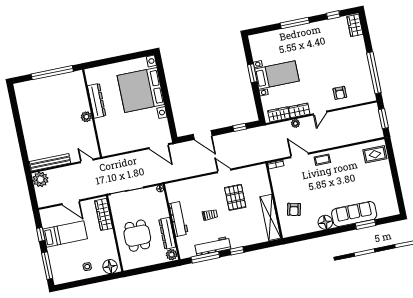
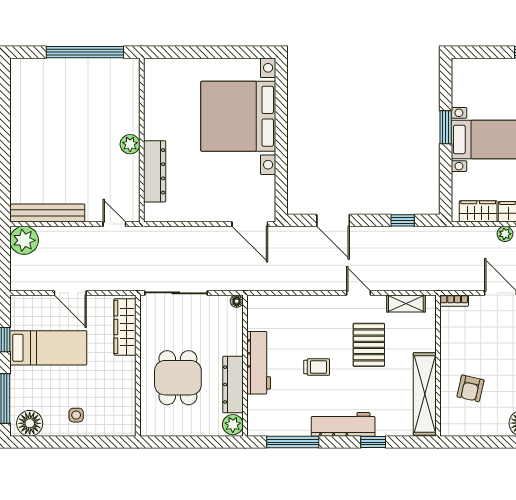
dresser: (97, 101) -> (155, 171), moved
shelving: (250, 171) -> (406, 303), added
workbench: (213, 246) -> (343, 424), moved
window: (237, 251) -> (373, 442), moved
floor lamp: (110, 267) -> (30, 423), moved

